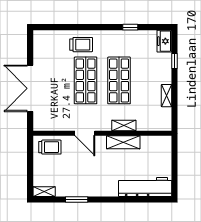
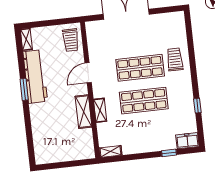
trolley: (81, 45) -> (175, 59), turned 180
shelving: (166, 96) -> (110, 151), moved
workbench: (145, 187) -> (35, 76), moved
window: (77, 200) -> (24, 89), moved

